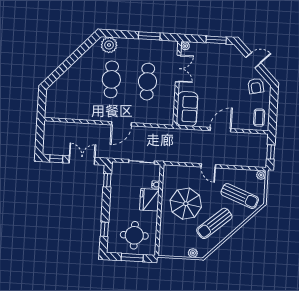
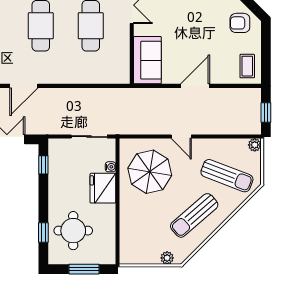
armchair: (256, 86) -> (240, 23), turned 102
door: (121, 124) -> (24, 86), moved
parasol: (186, 204) -> (150, 172), moved
round table: (134, 235) -> (73, 231), moved

